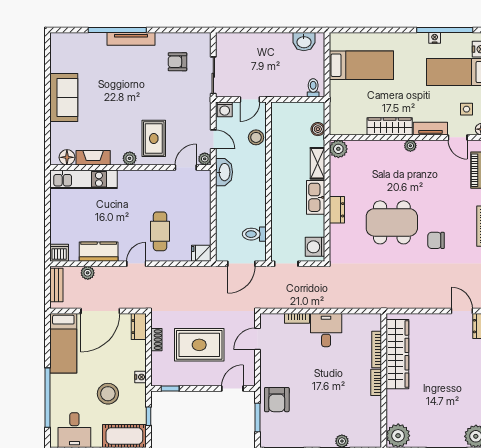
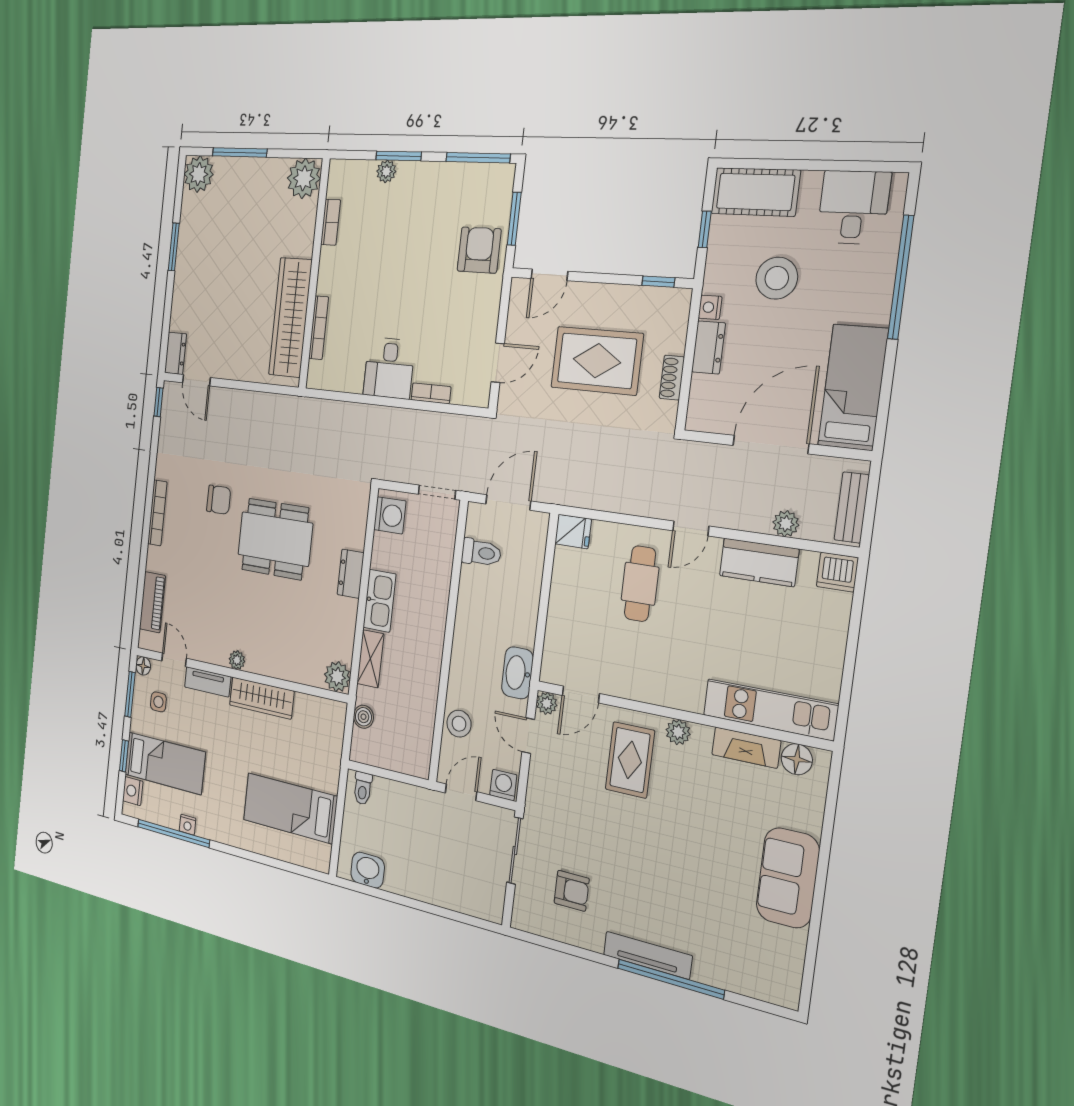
dresser: (139, 327) -> (708, 347), moved
bookcase: (376, 382) -> (331, 222), moved

